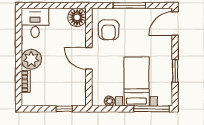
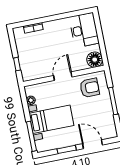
desk: (35, 23) -> (84, 30), width x1.37
door: (175, 24) -> (92, 144), moved
armchair: (109, 30) -> (90, 88), turned 180
plant: (31, 59) -> (53, 29), removed

